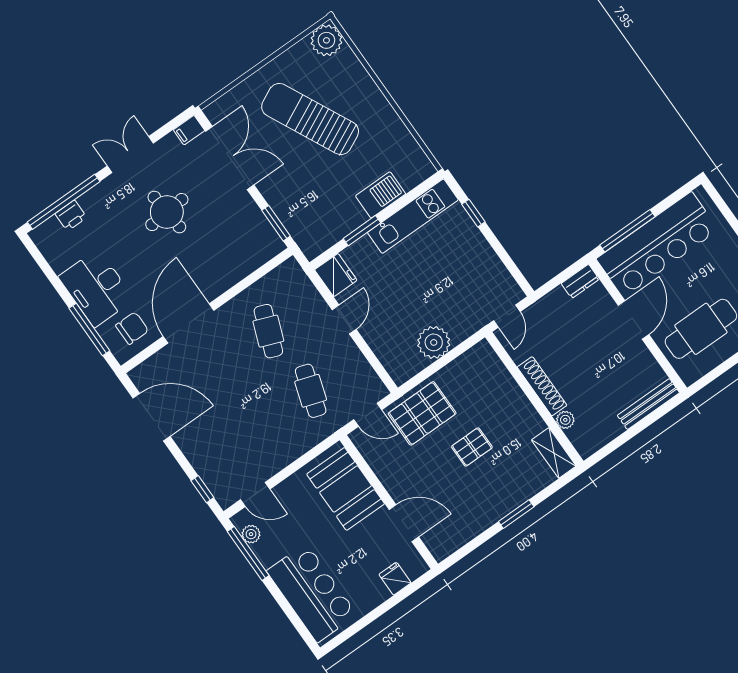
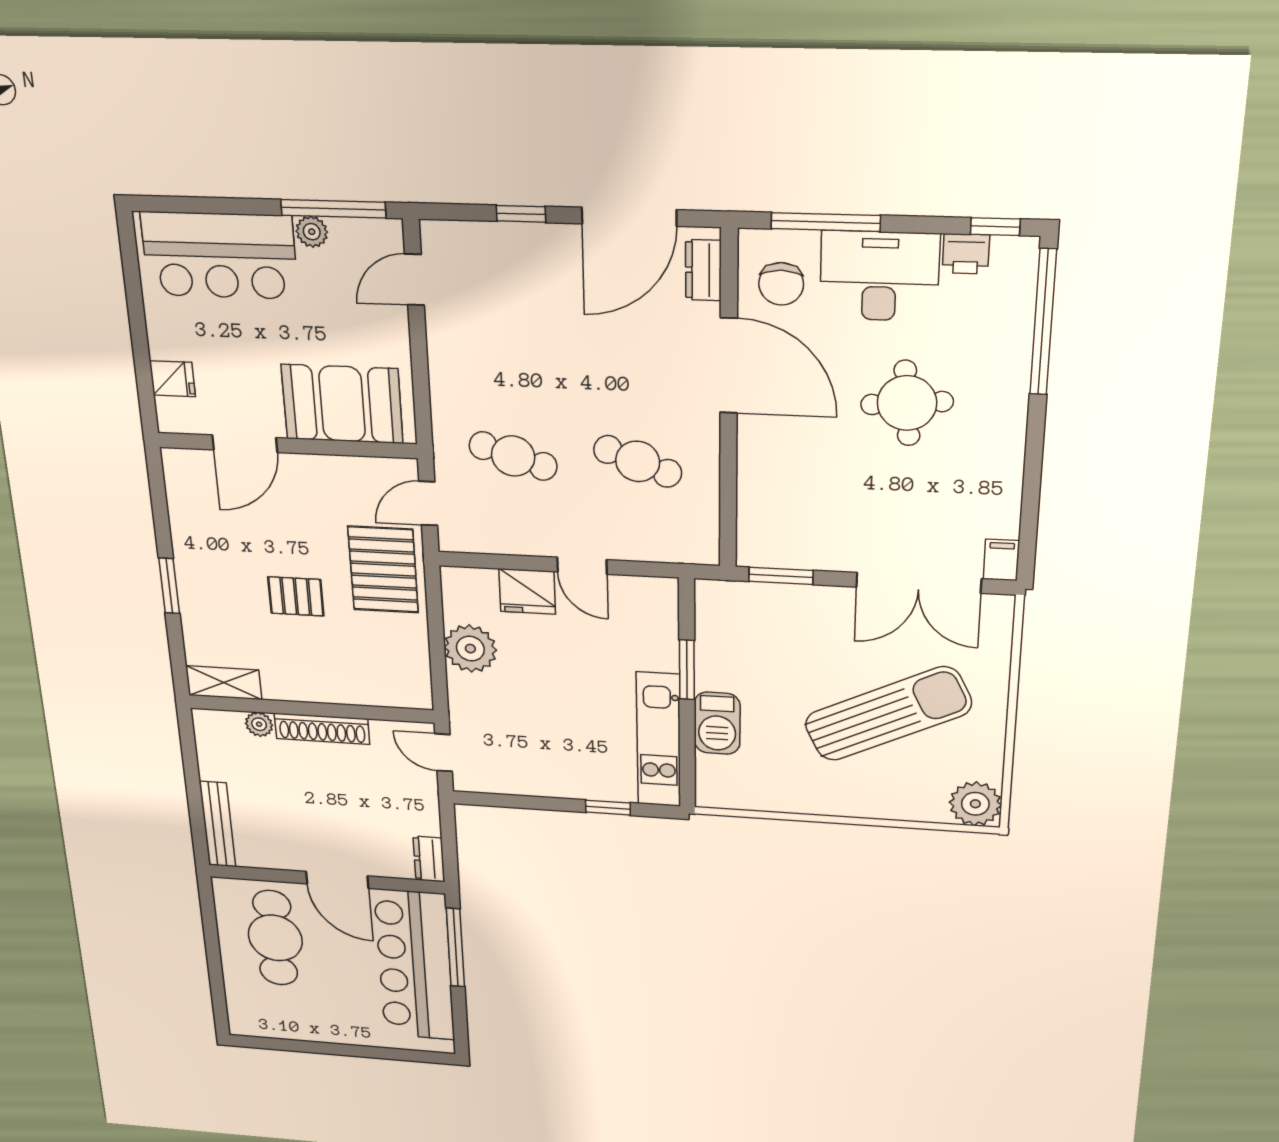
double door: (130, 154) -> (1033, 461), removed
round table: (167, 212) -> (907, 403), moved
printer: (71, 216) -> (966, 254), moved, turned -90
window: (37, 256) -> (995, 227), added
fridge: (336, 275) -> (527, 591), moved
dresser: (152, 367) -> (703, 270), added
pallet: (472, 447) -> (296, 596), turned 90
window: (202, 489) -> (521, 214), moved
plant: (251, 534) -> (312, 232), moved

